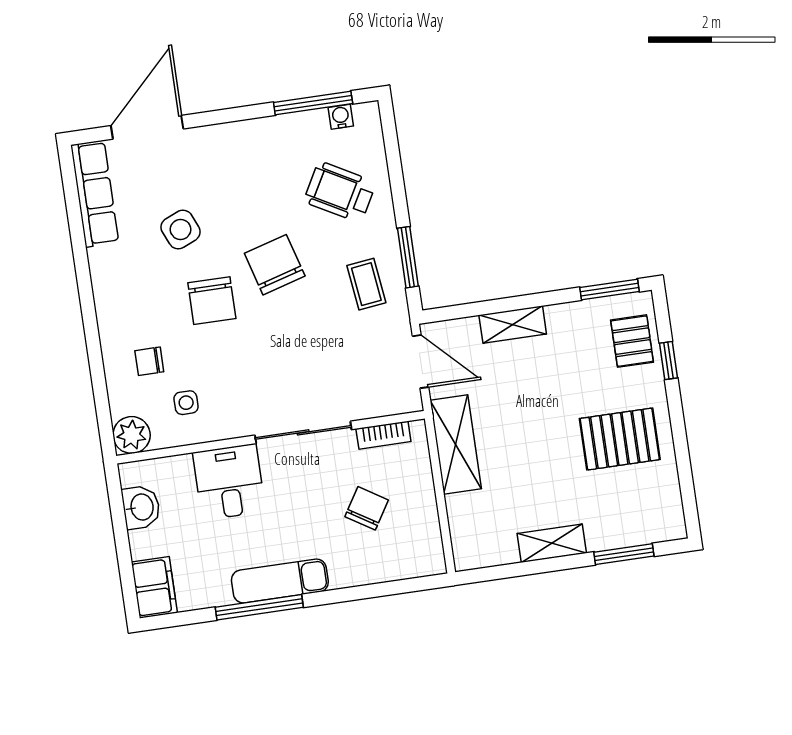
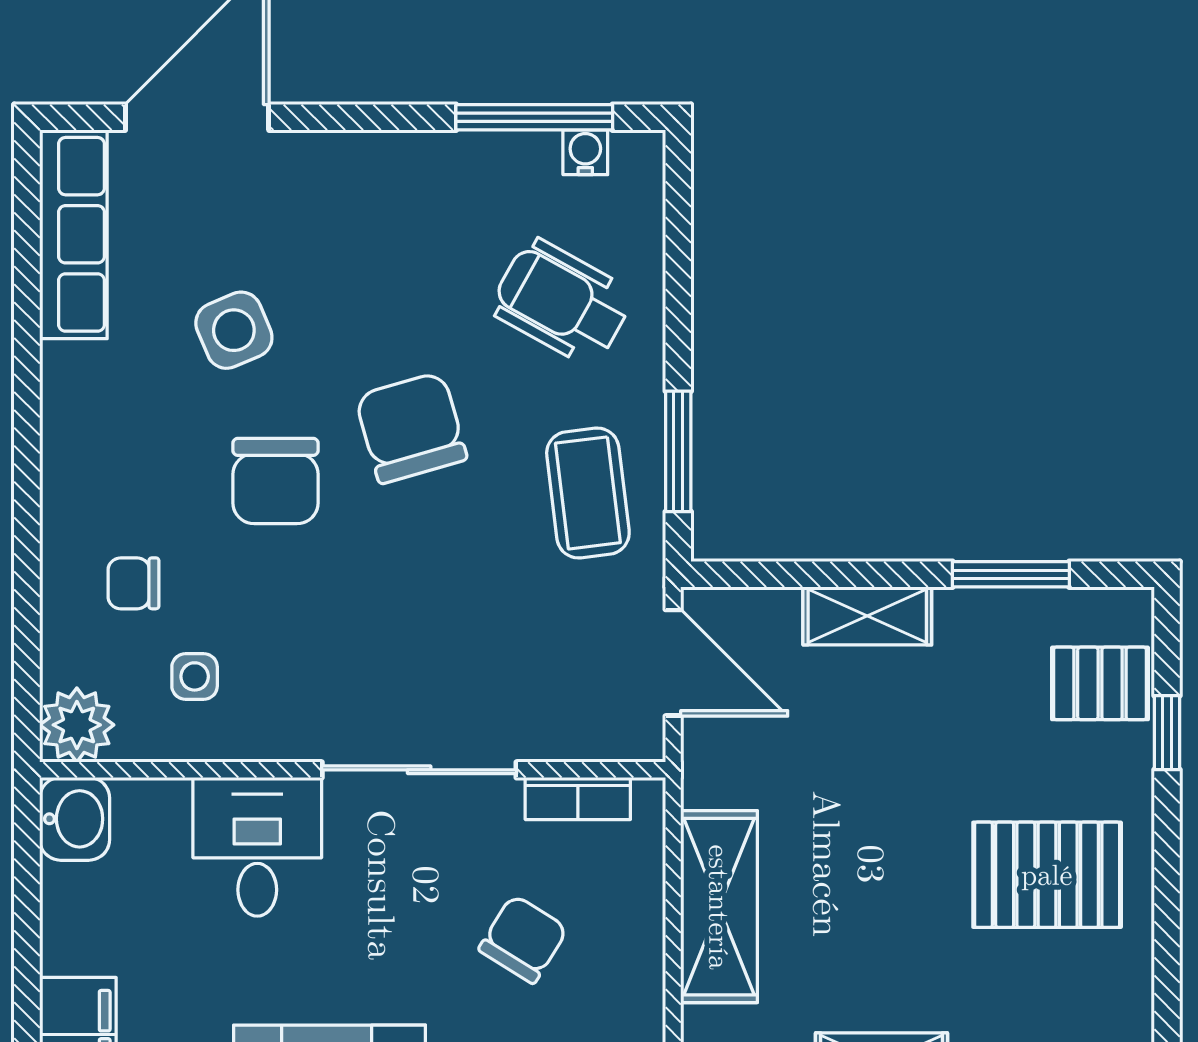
coffee table: (366, 284) -> (588, 493), width x1.36, depth x1.30
window: (609, 290) -> (1011, 574), moved
pallet: (632, 341) -> (1100, 683), turned 90
shelving: (456, 444) -> (719, 907), moved
washbasin: (141, 507) -> (75, 819), moved

